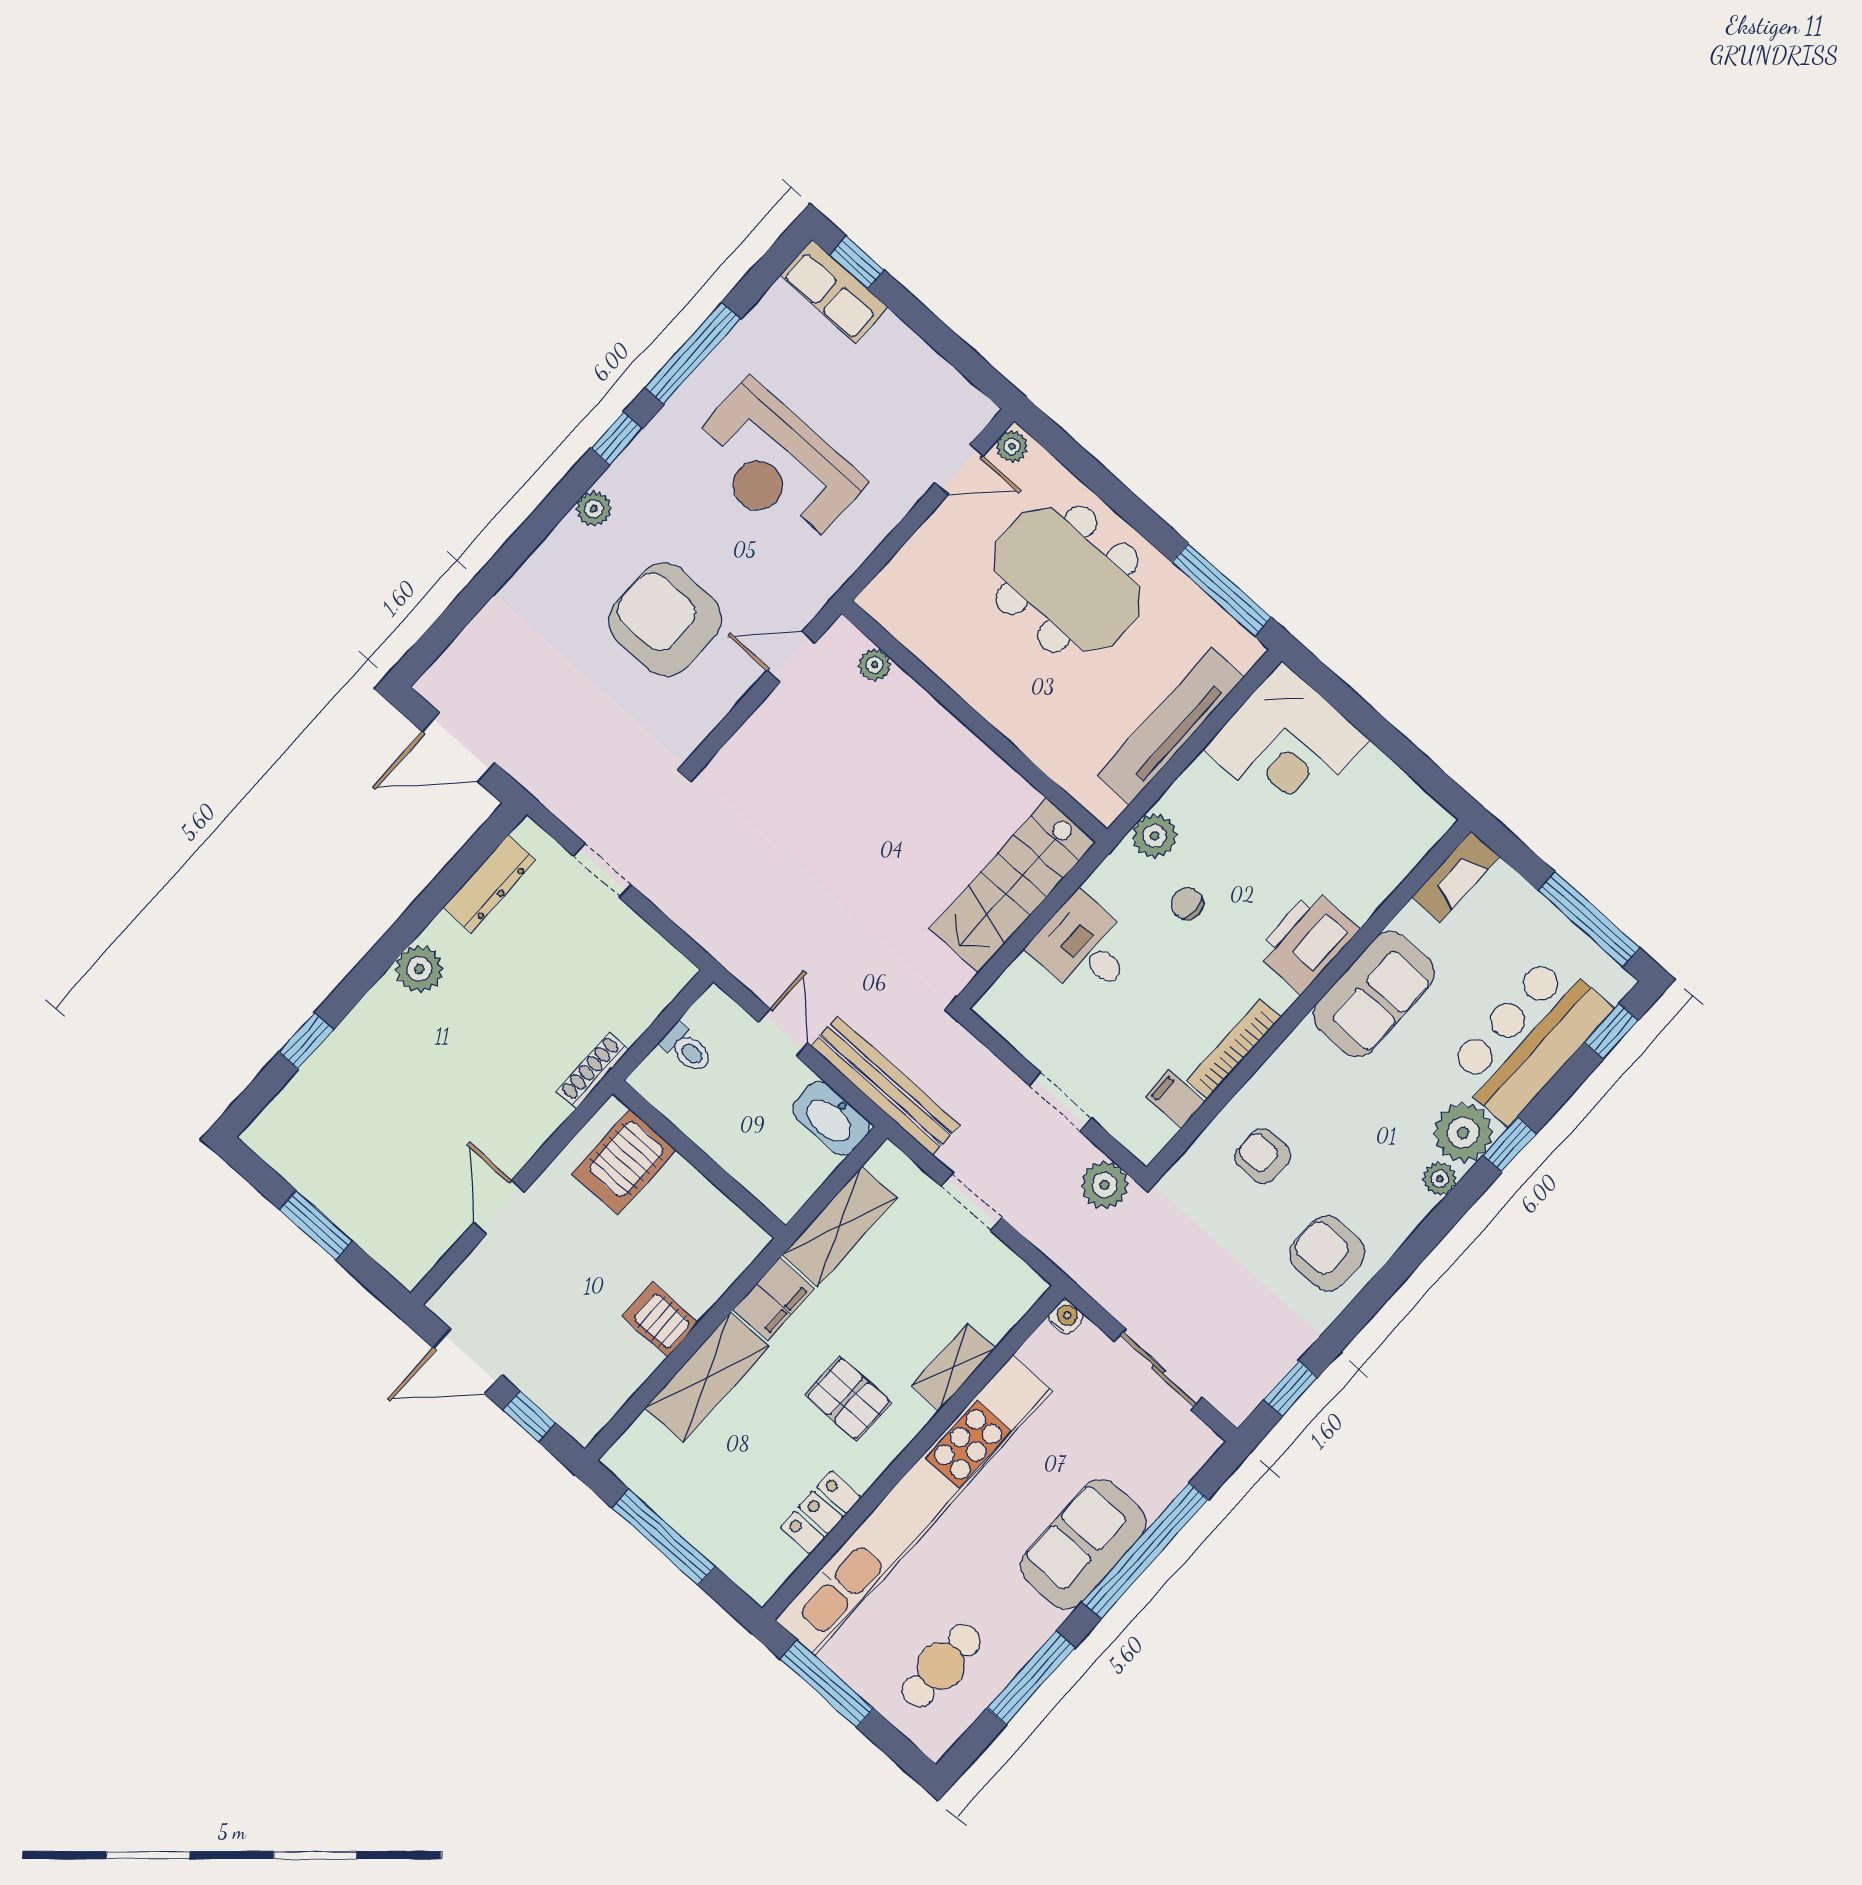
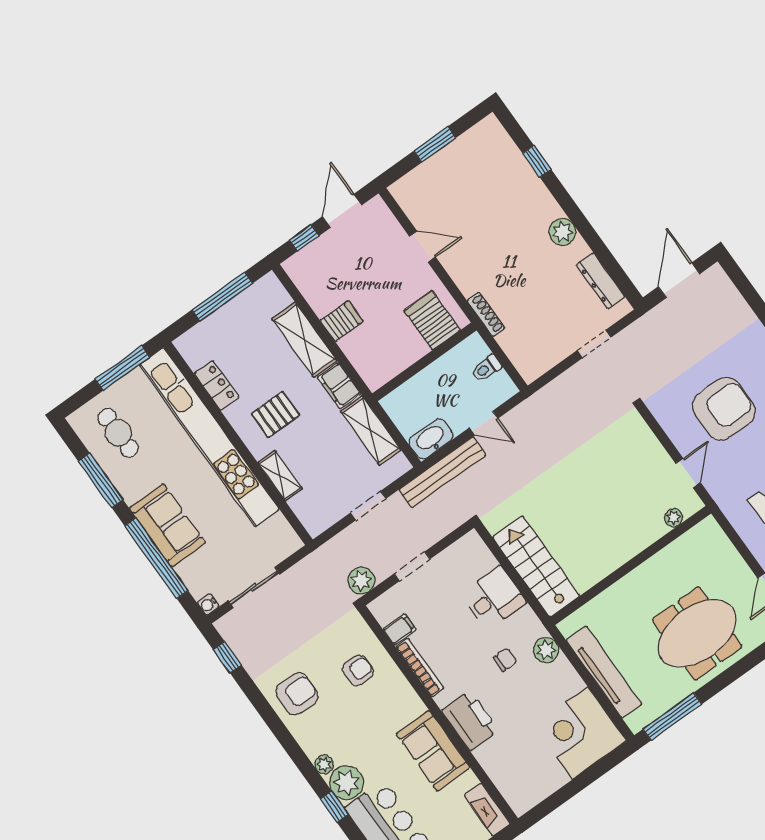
water cooler: (1066, 1317) -> (208, 604), moved, turned 90

